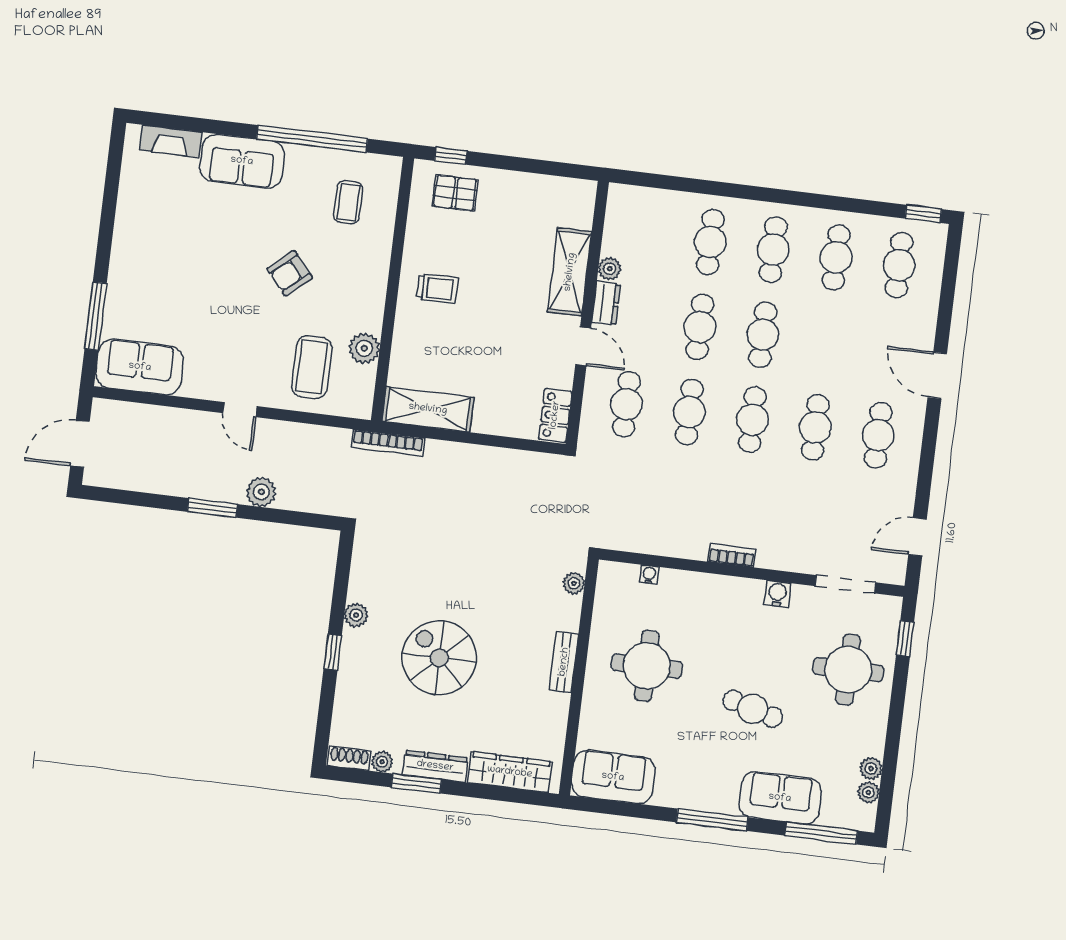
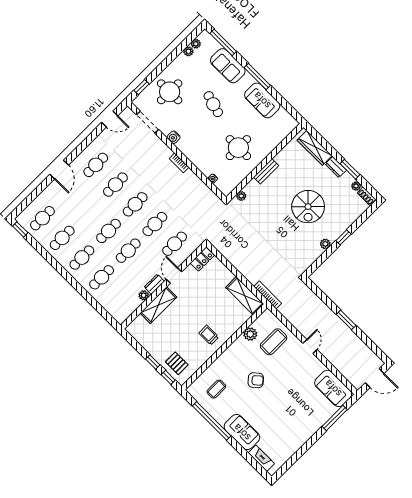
window: (500, 162) -> (153, 362), added
plant: (261, 492) -> (325, 312), removed
dresser: (435, 766) -> (336, 167), width x0.70
sofa: (613, 777) -> (262, 100), moved

